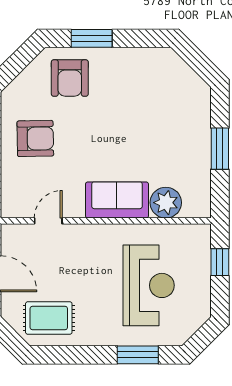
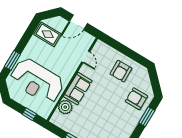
reception desk: (149, 285) -> (37, 81), width x1.36, depth x1.30
rug: (49, 318) -> (48, 34), turned 90

